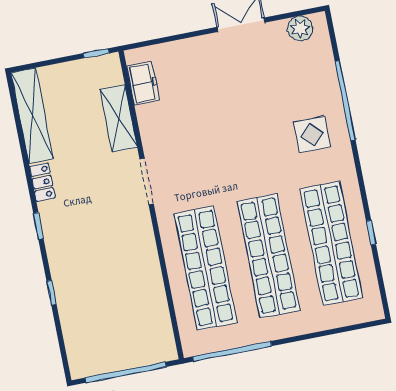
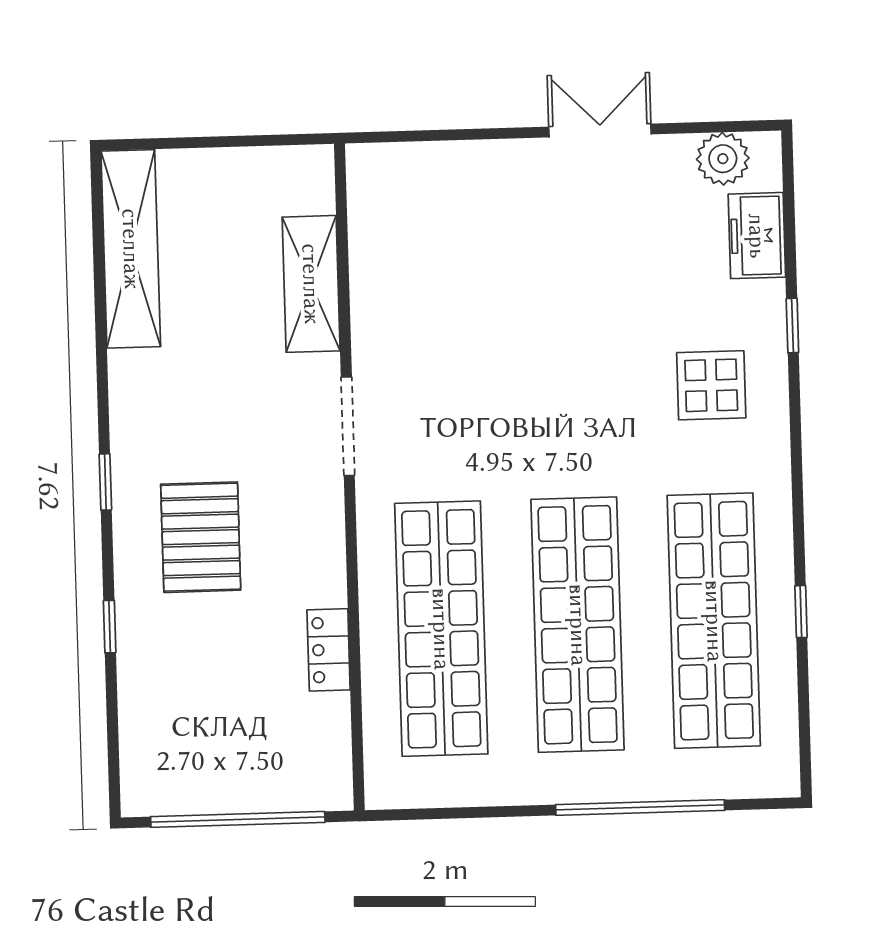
window: (96, 53) -> (287, 140), removed
freezer: (143, 83) -> (757, 236), moved, turned 180
window: (345, 101) -> (792, 325), width x0.32
locker: (42, 182) -> (329, 650), moved, turned 180
pallet: (87, 244) -> (201, 537), added
window: (232, 351) -> (640, 807), moved

